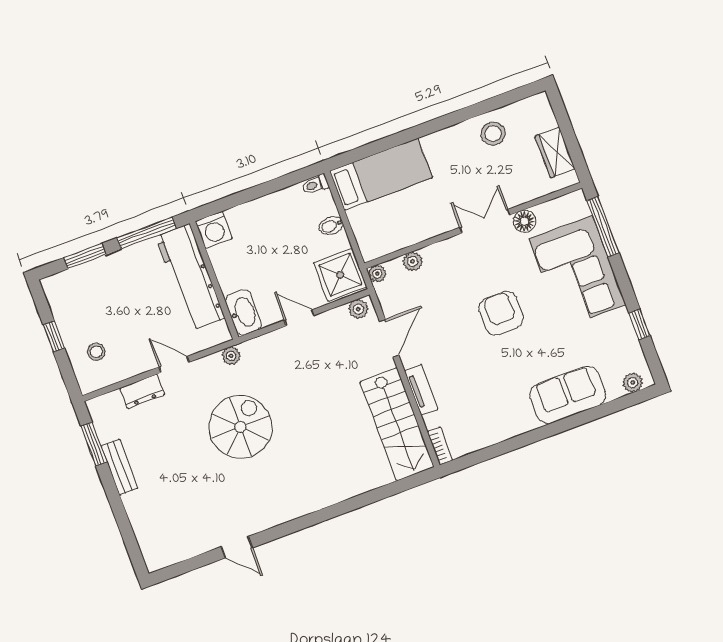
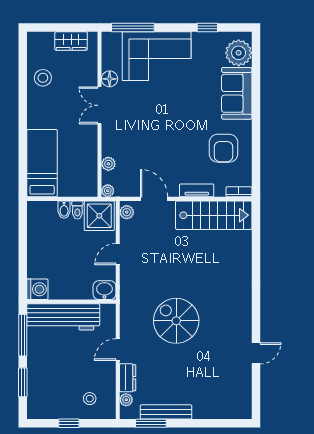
toilet: (315, 185) -> (77, 210), moved
washbasin: (243, 312) -> (104, 290), width x0.72
armchair: (501, 313) -> (224, 148), moved, turned -90
plant: (231, 356) -> (126, 400), moved
plant: (633, 382) -> (239, 53), width x1.88, depth x1.88
bench: (120, 467) -> (166, 412), width x1.36

